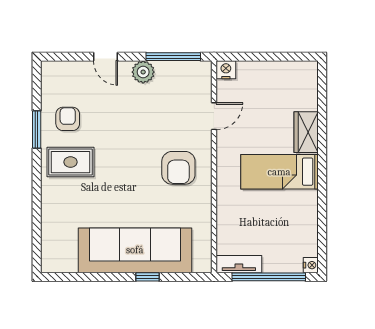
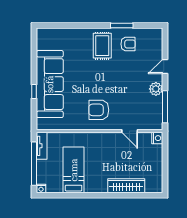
wardrobe: (306, 132) -> (126, 186), width x1.50
bed: (279, 172) -> (74, 170), moved

